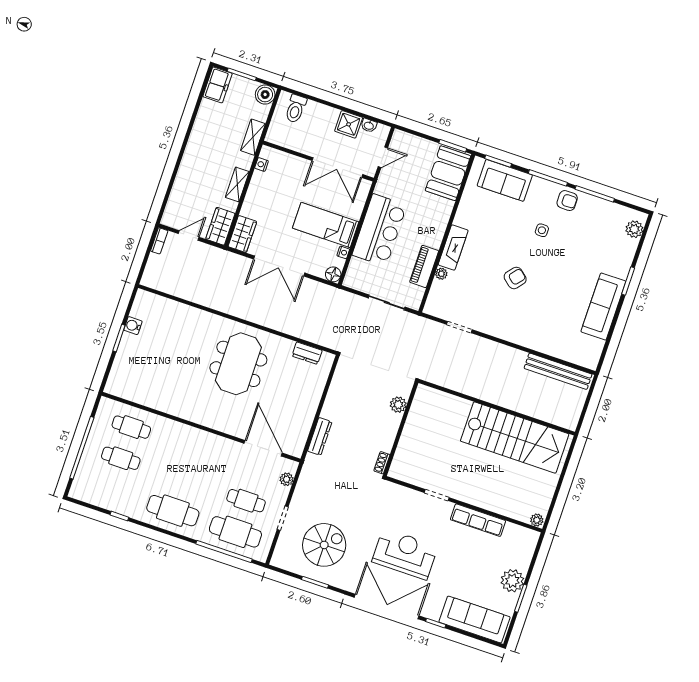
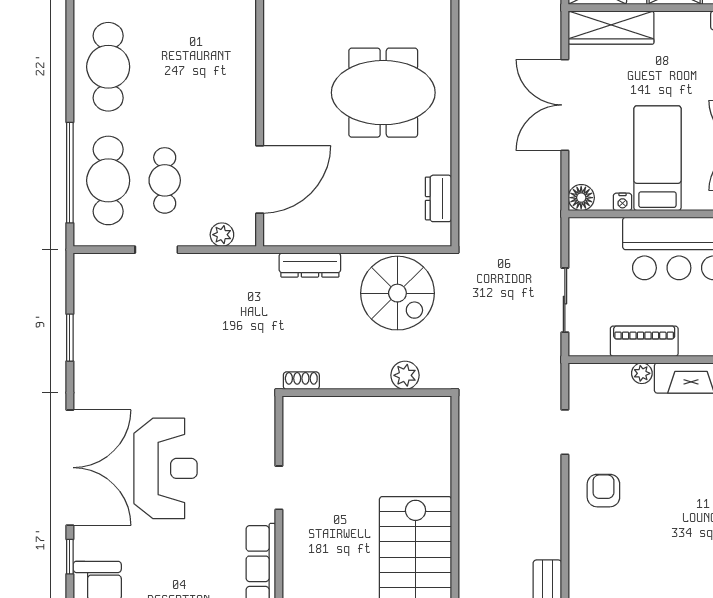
wardrobe: (242, 234) -> (611, 28), width x1.50
armchair: (515, 278) -> (603, 491), moved, turned -130
spiral stairs: (324, 545) -> (397, 293), moved

